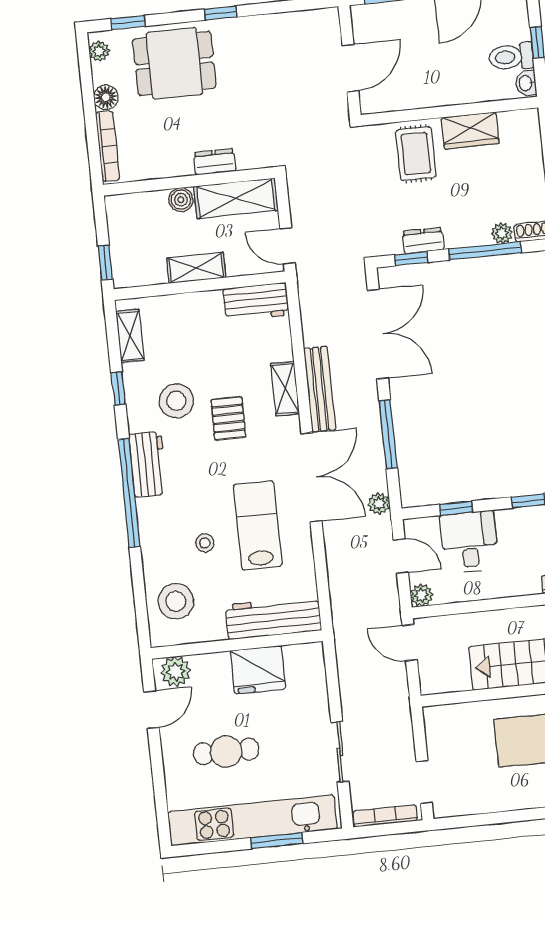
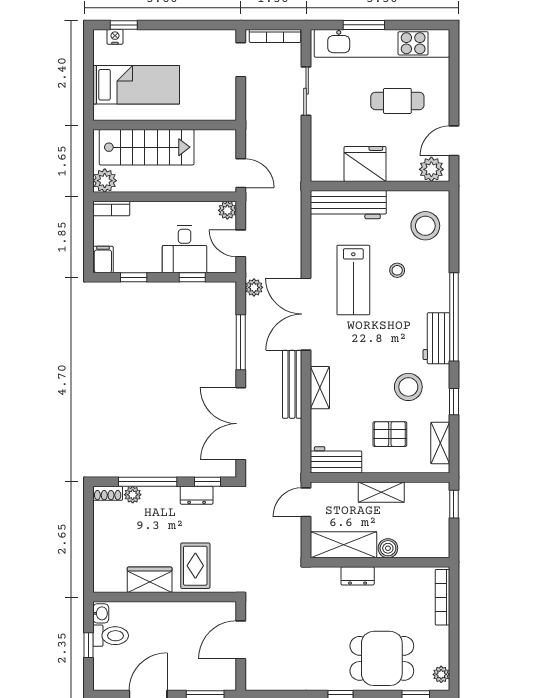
floor lamp: (106, 97) -> (440, 637), removed
door: (288, 246) -> (306, 502), swing flipped
pallet: (228, 418) -> (390, 434), moved, turned 90

